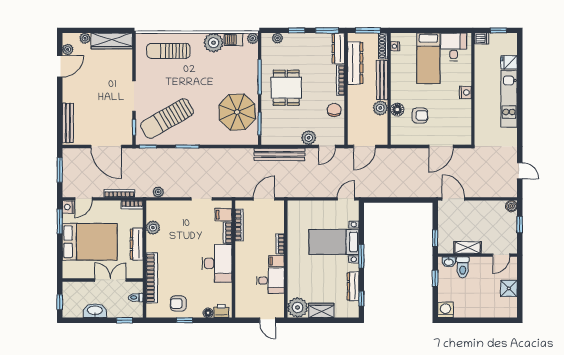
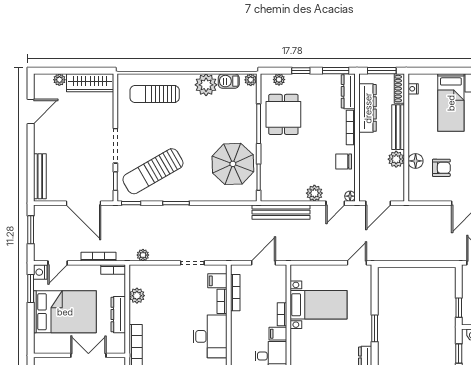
plant: (68, 49) -> (40, 92), removed
dining table: (286, 88) -> (283, 114), moved
chair: (334, 110) -> (344, 161), turned -90
floor lamp: (340, 140) -> (350, 196), added
bed with nightstands: (334, 242) -> (319, 305), moved, turned 180

